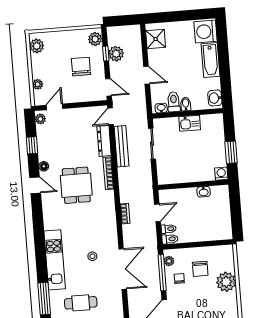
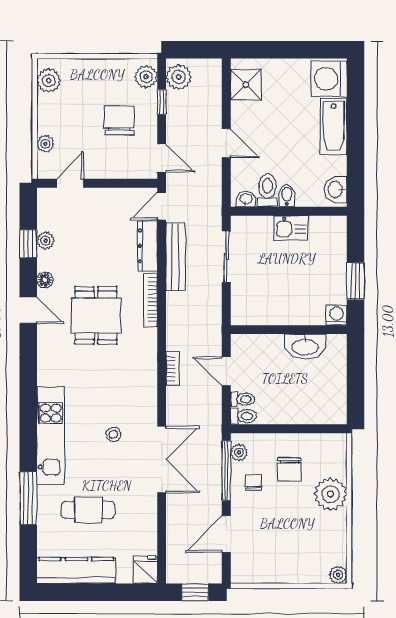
plant: (116, 54) -> (179, 77), moved
plant: (40, 119) -> (45, 241), moved
washbasin: (204, 192) -> (305, 346), width x1.91, depth x1.45
door: (157, 213) -> (226, 371), swing flipped

